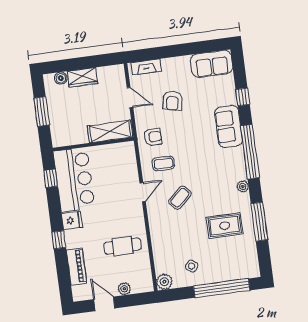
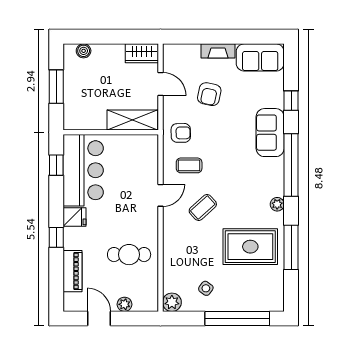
fireplace: (146, 67) -> (218, 51), moved
wardrobe: (82, 77) -> (142, 53), moved
rug: (225, 226) -> (250, 247), width x1.36, depth x1.43

